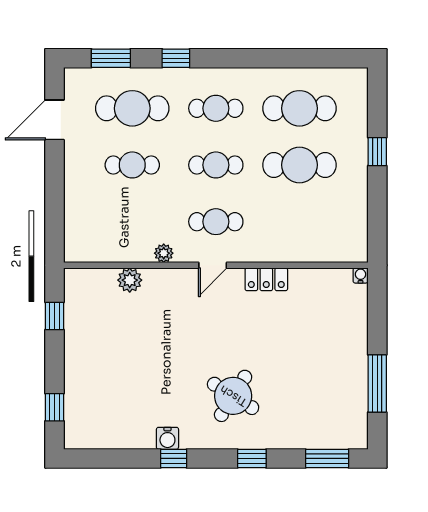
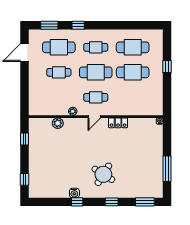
cafe table: (216, 165) -> (96, 72), width x1.37, depth x1.35

